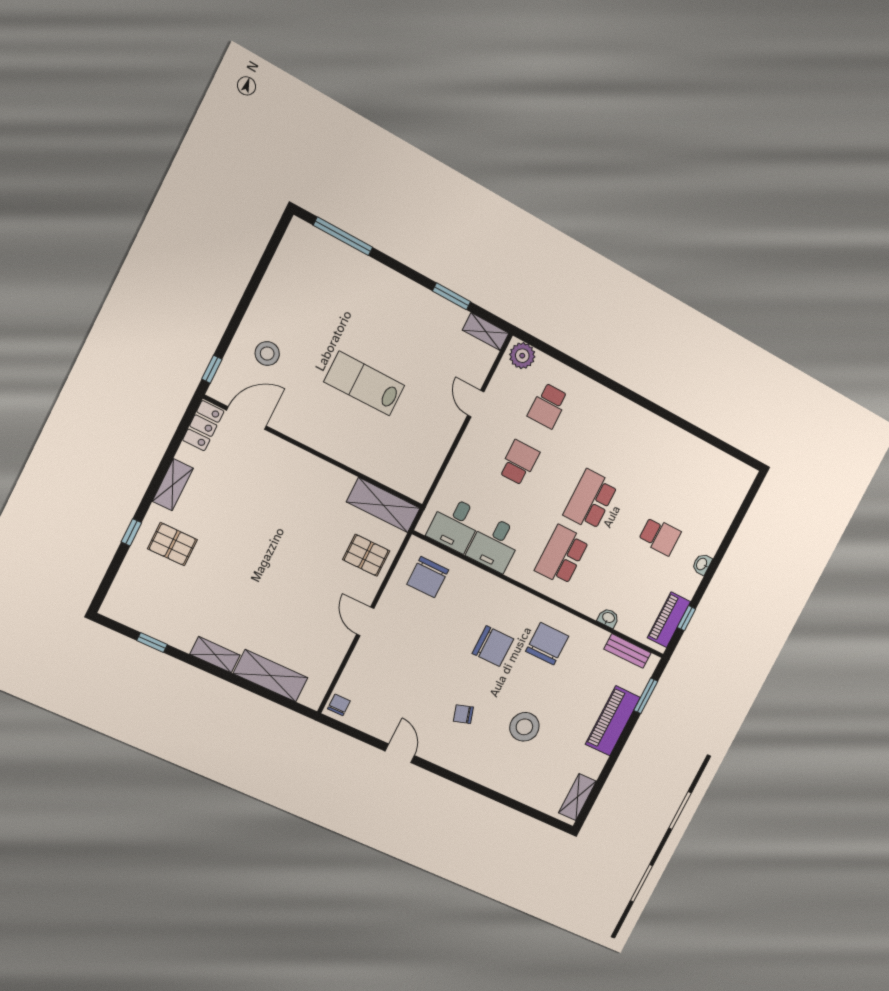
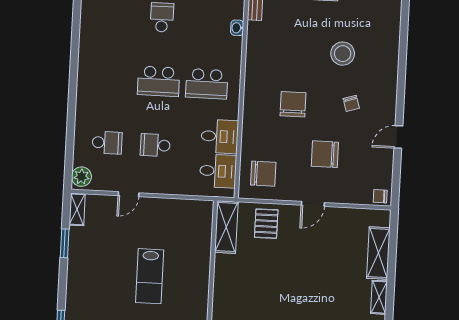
chair: (547, 644) -> (325, 154), moved

